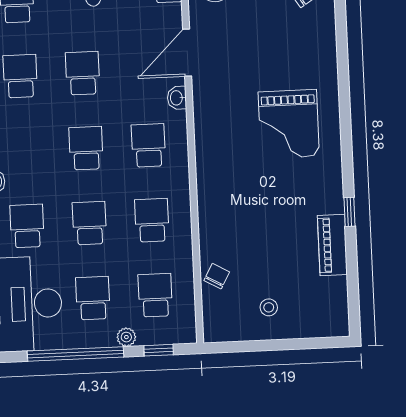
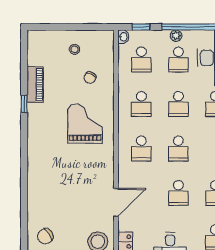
washbasin: (177, 98) -> (123, 37), moved
grand piano: (289, 124) -> (85, 124), moved
chair: (217, 276) -> (90, 78), moved
plant: (126, 337) -> (176, 36), moved

